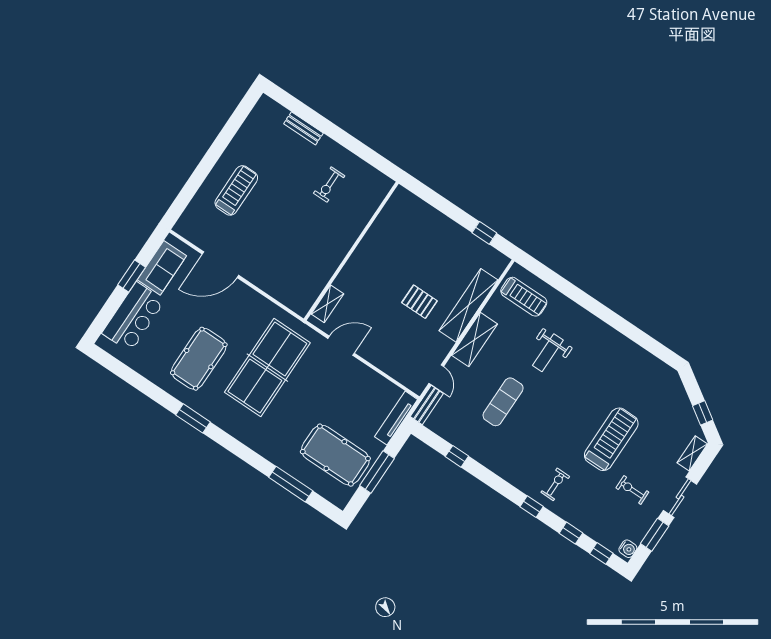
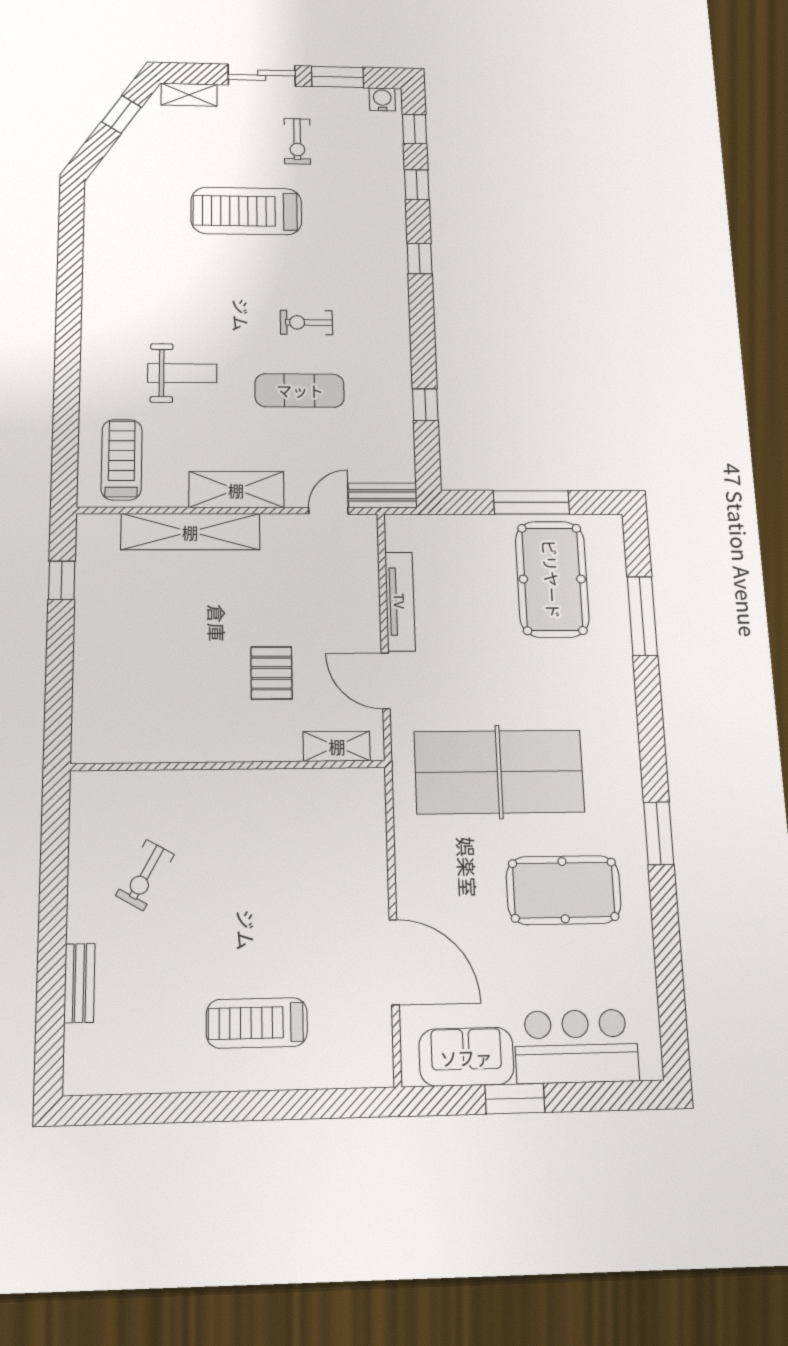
exercise bike: (329, 184) -> (145, 875), turned 119
pallet: (419, 302) -> (271, 673), moved
tv unit: (396, 418) -> (400, 601), moved, turned -90
exercise bike: (555, 484) -> (306, 322), moved

